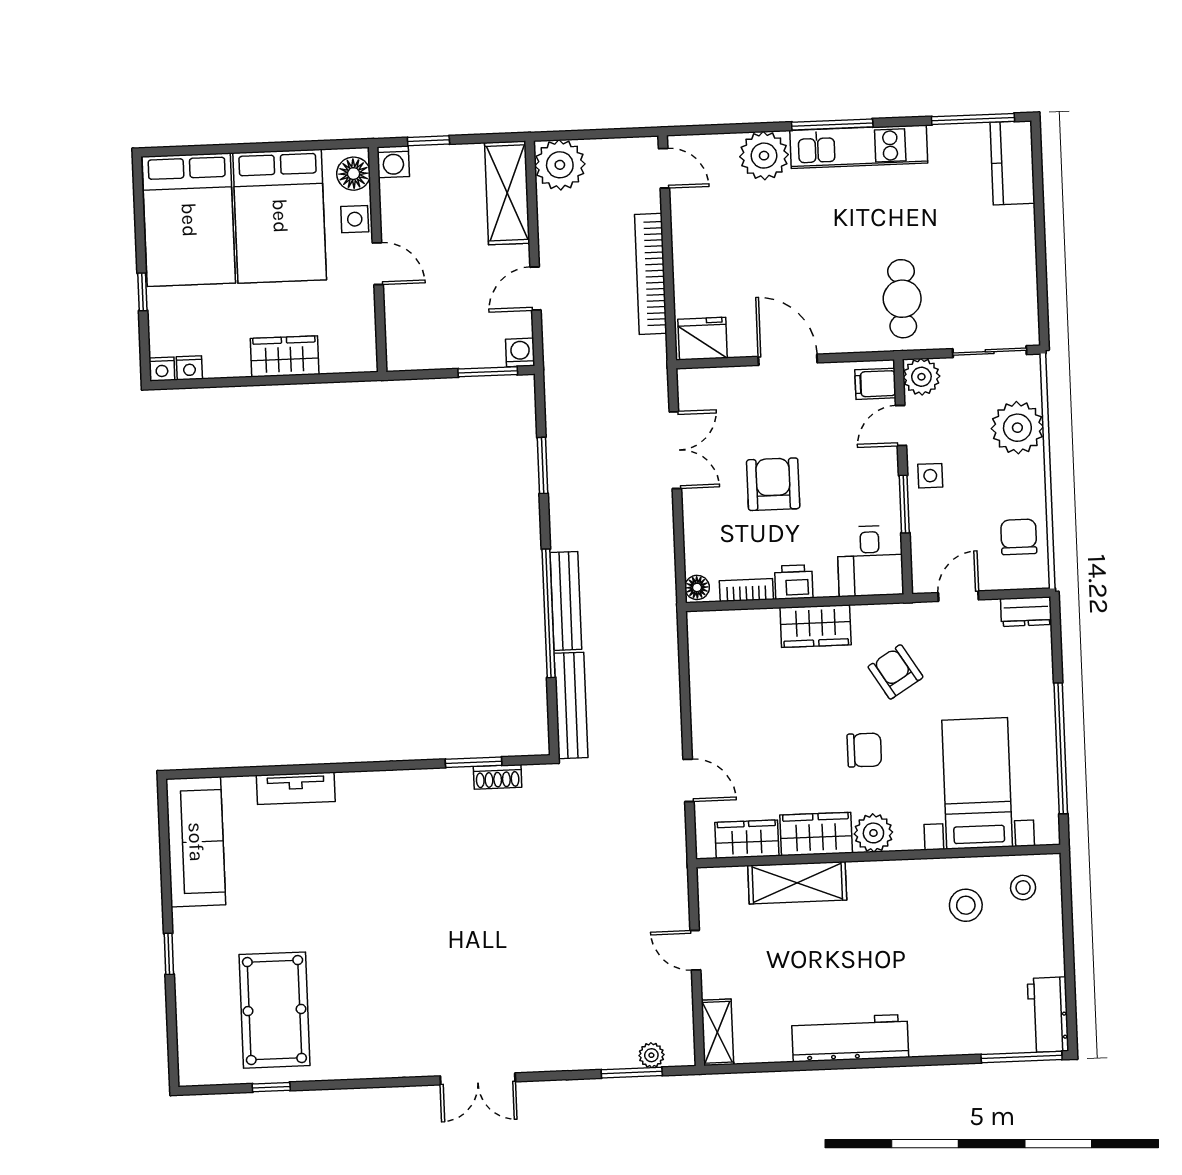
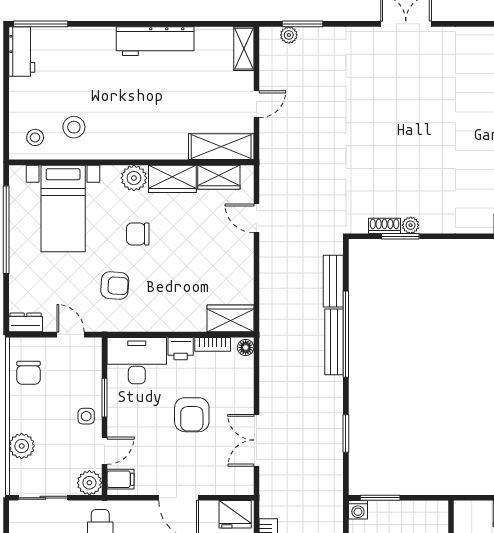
plant: (1017, 428) -> (22, 446), width x0.73, depth x0.73
desk: (870, 561) -> (137, 361), width x1.37
door: (958, 596) -> (71, 335), swing flipped
wardrobe: (816, 626) -> (230, 318), moved
armchair: (895, 672) -> (115, 285), turned -54
bench: (571, 705) -> (333, 281), width x0.73
plant: (459, 779) -> (411, 225), added
shelving: (797, 883) -> (221, 147), moved
door: (695, 950) -> (256, 104), hinge flipped

